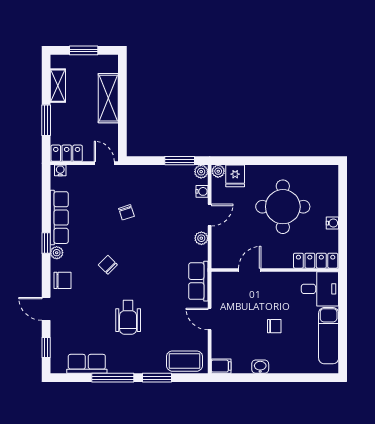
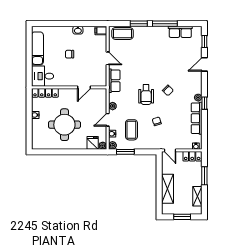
coffee table: (169, 198) -> (131, 130), added
chair: (62, 280) -> (195, 81), removed
door: (46, 309) -> (204, 64), swing flipped
wheelchair: (128, 317) -> (146, 95), moved, turned 180

